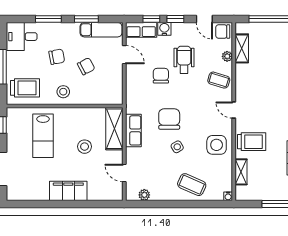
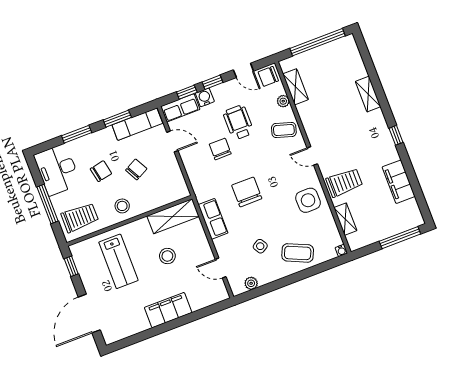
desk: (22, 37) -> (57, 170), width x1.37
shelving: (114, 129) -> (173, 216), moved, turned 90
side table: (177, 147) -> (260, 246), moved

